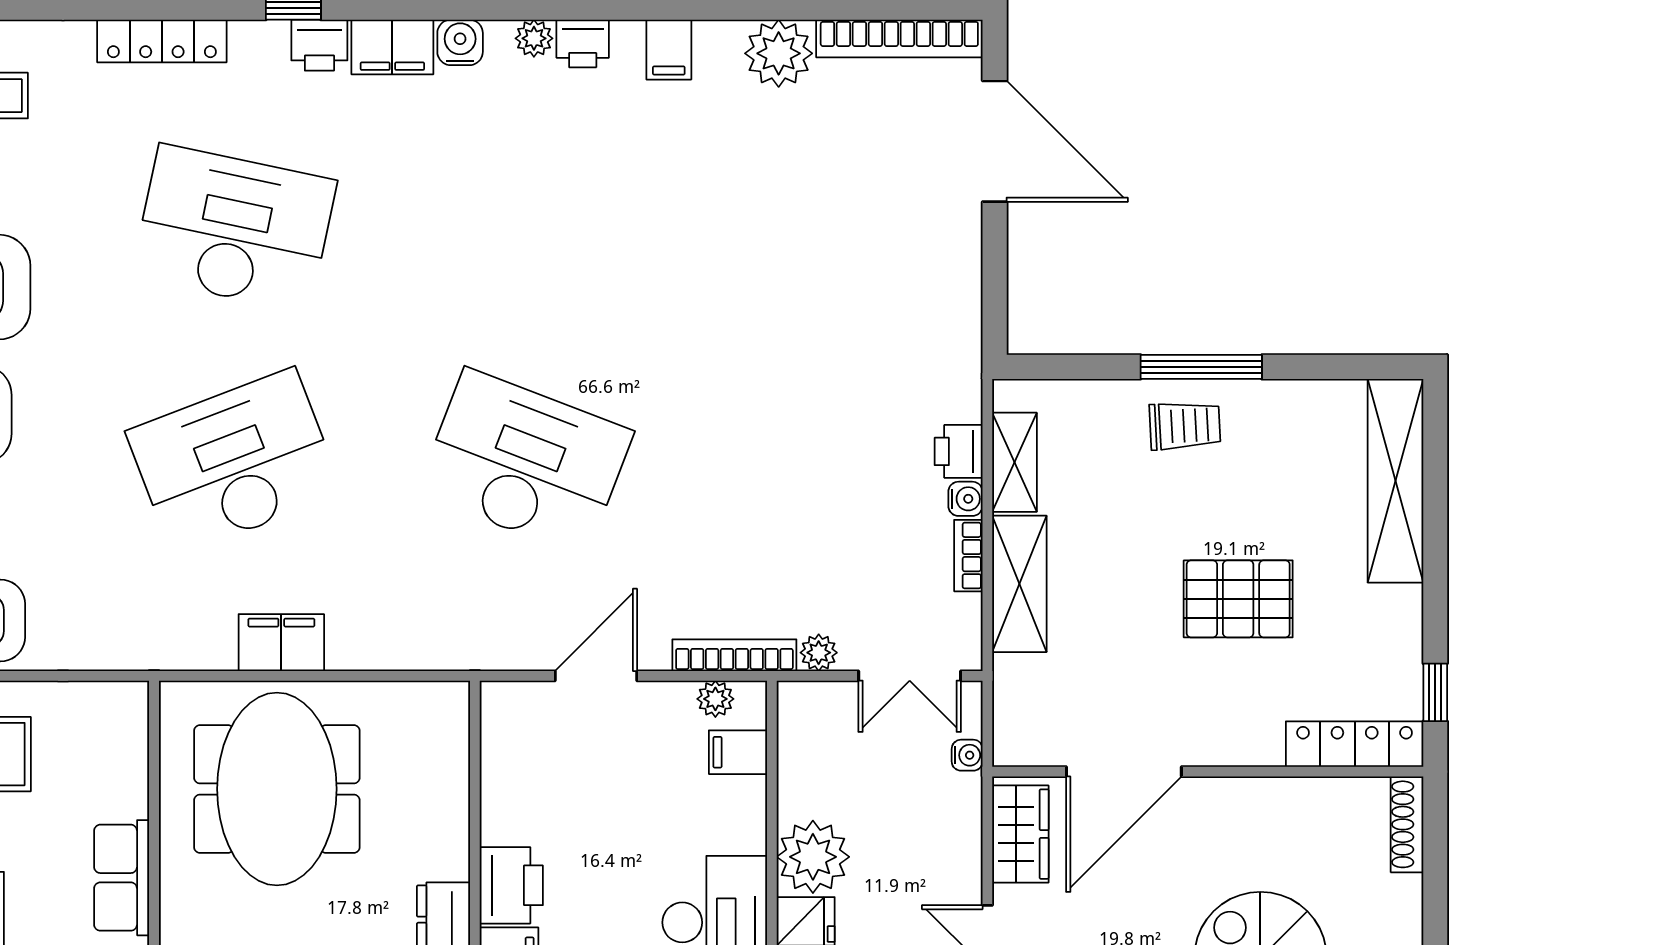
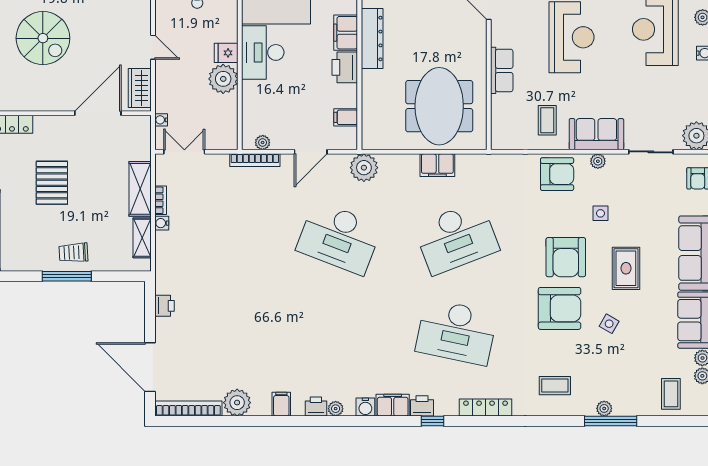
printer: (959, 451) -> (165, 306), moved
pallet: (1238, 599) -> (52, 183), turned 90
plant: (819, 653) -> (364, 168), moved, width x1.87, depth x1.87
filing cabinet: (738, 752) -> (346, 117), moved, turned 180

